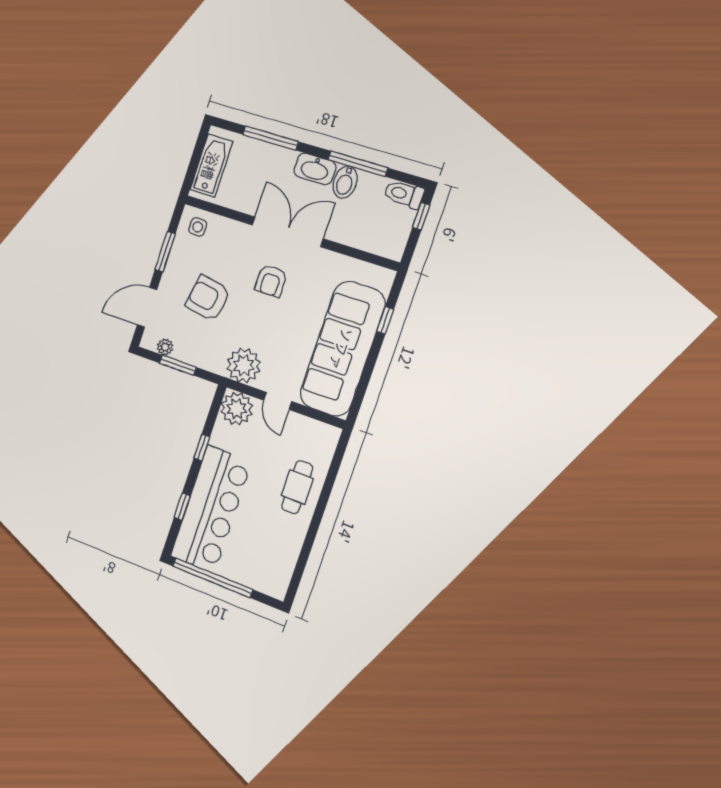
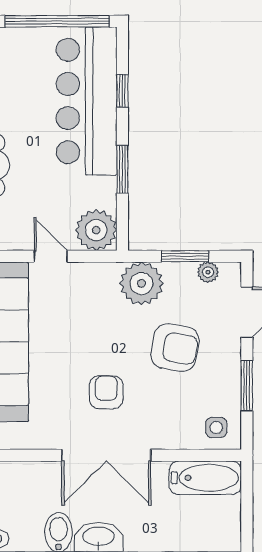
bathtub: (211, 166) -> (205, 478), moved, turned -90
plant: (244, 365) -> (141, 283), moved
window: (202, 448) -> (122, 169), width x1.50

